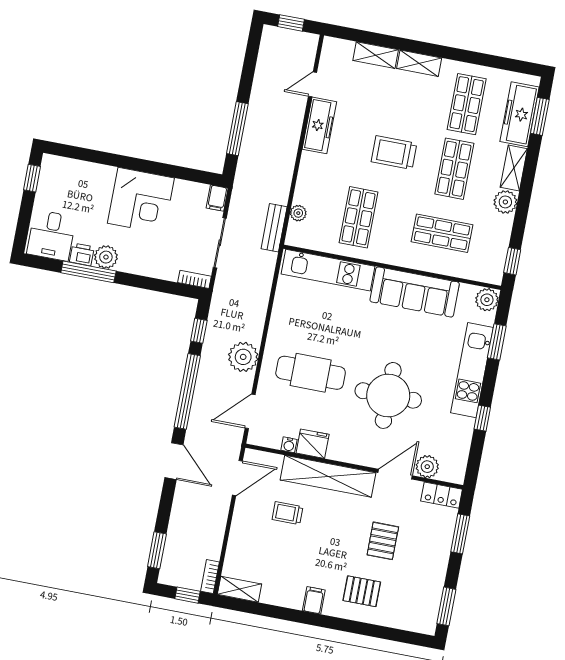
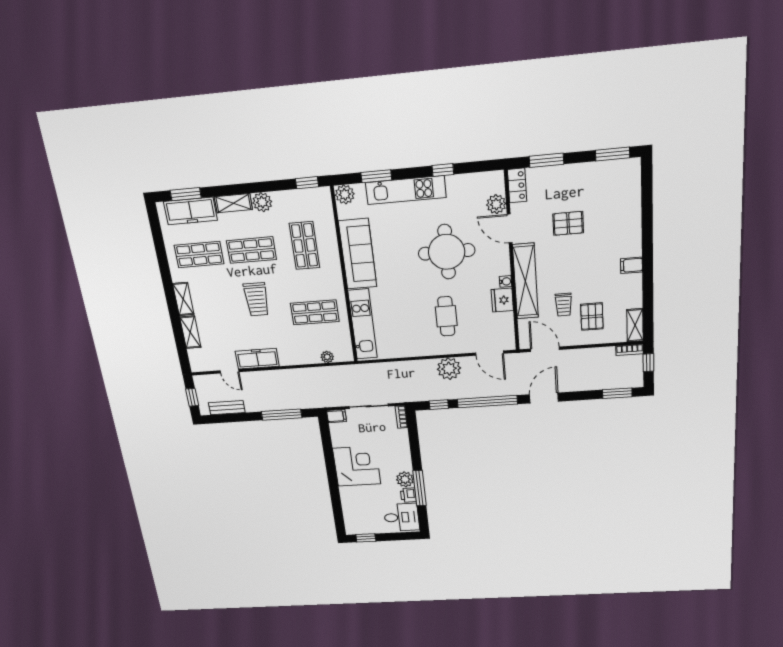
bench: (274, 228) -> (227, 408), moved
cafe table: (311, 373) -> (446, 316), width x0.73, depth x0.74
water cooler: (289, 445) -> (506, 281), moved
pallet: (362, 591) -> (592, 317), moved

